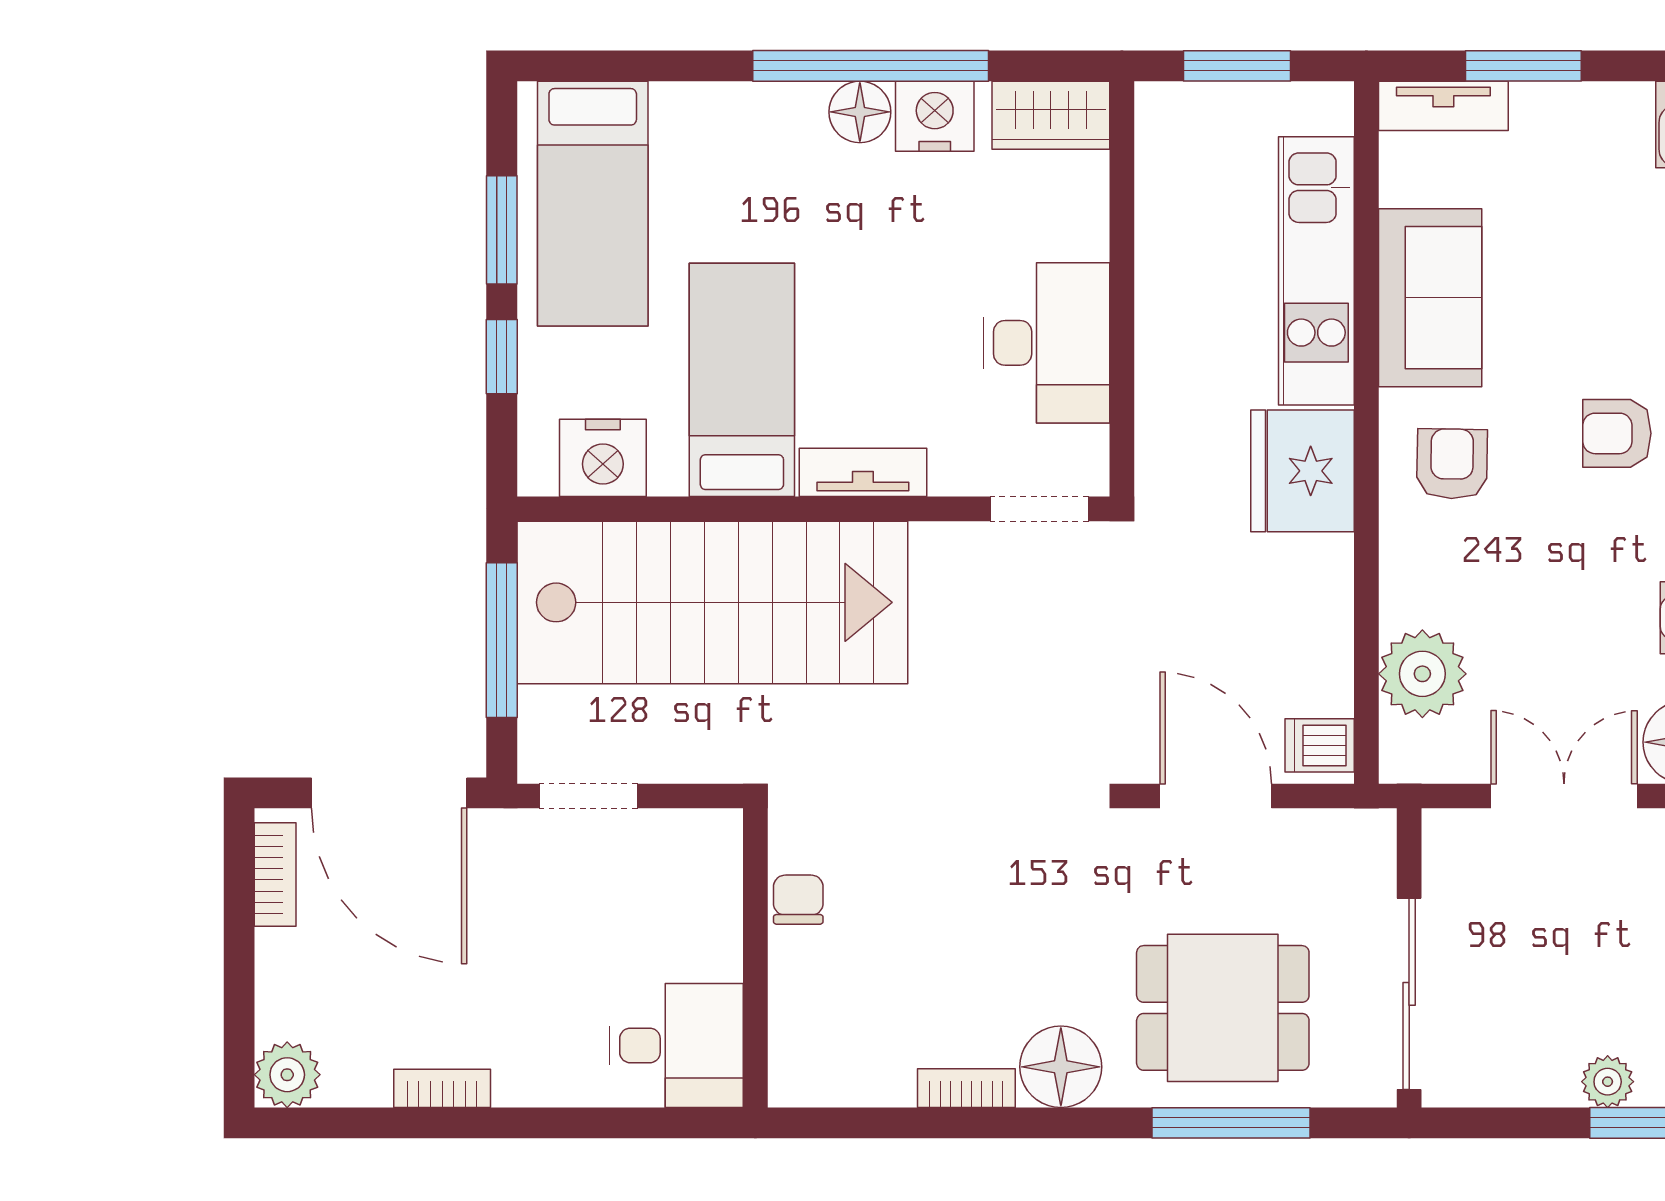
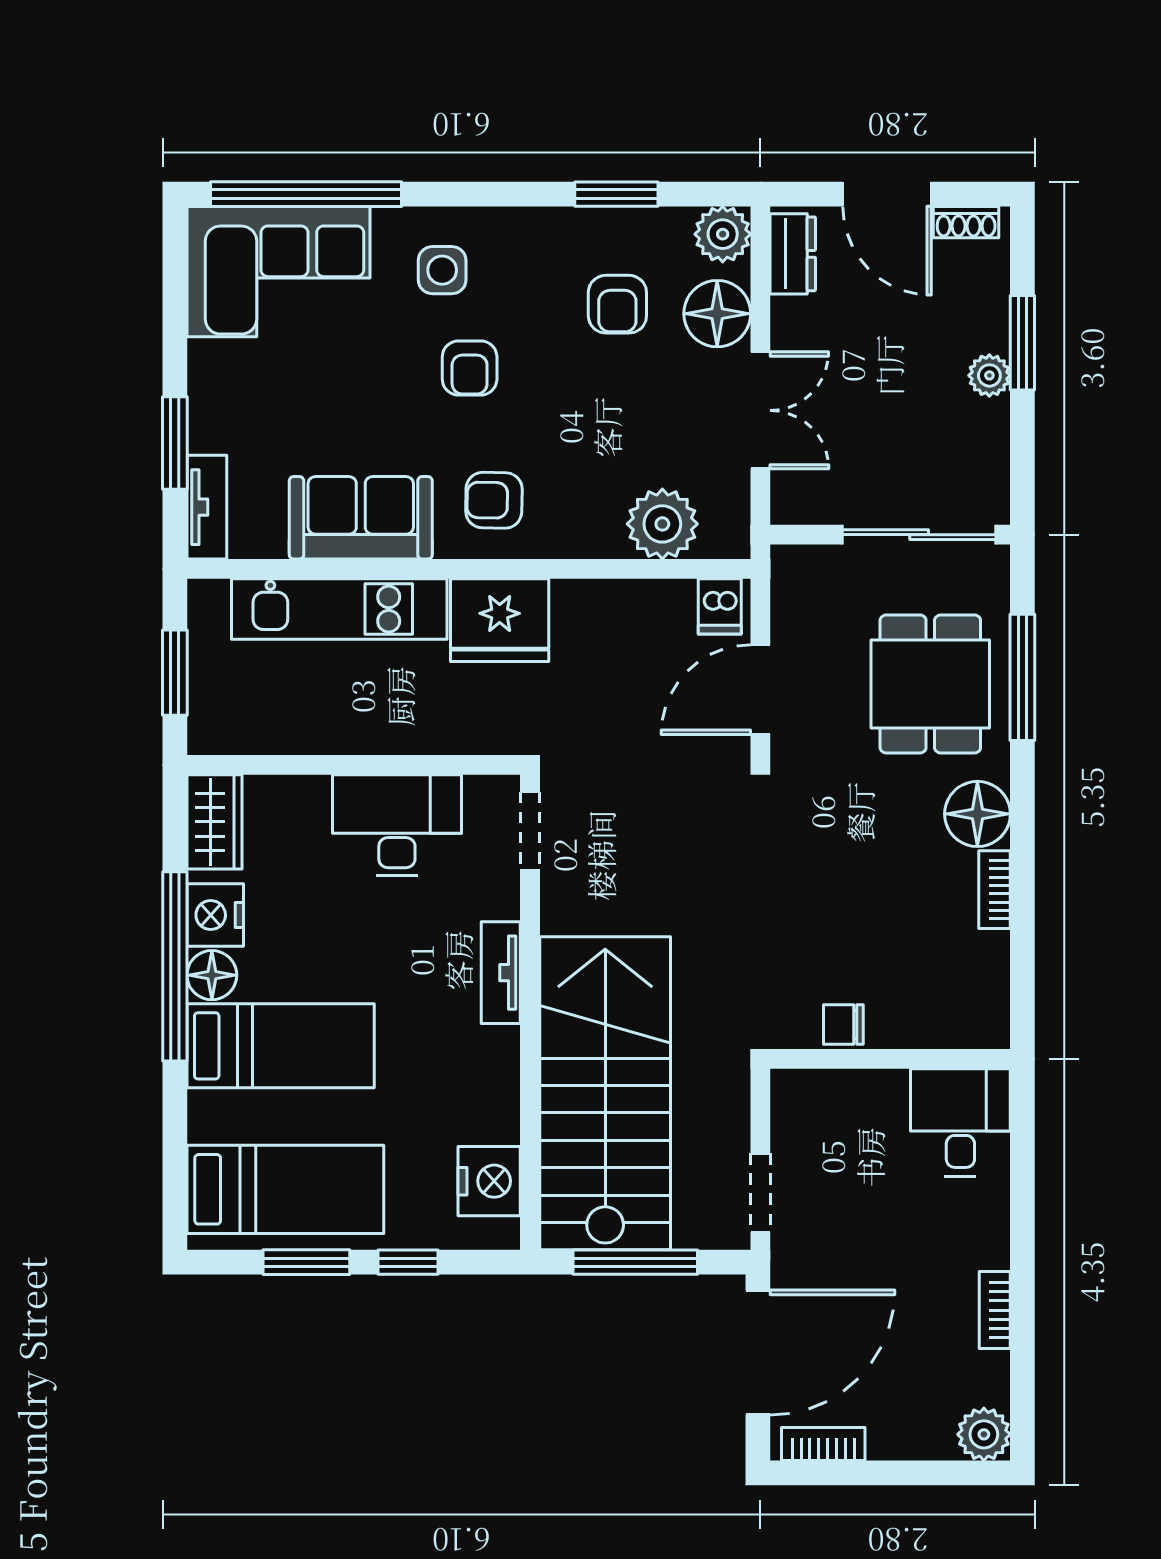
bed: (742, 380) -> (281, 1046), moved, turned 180
double door: (1564, 796) -> (760, 410), swing flipped

